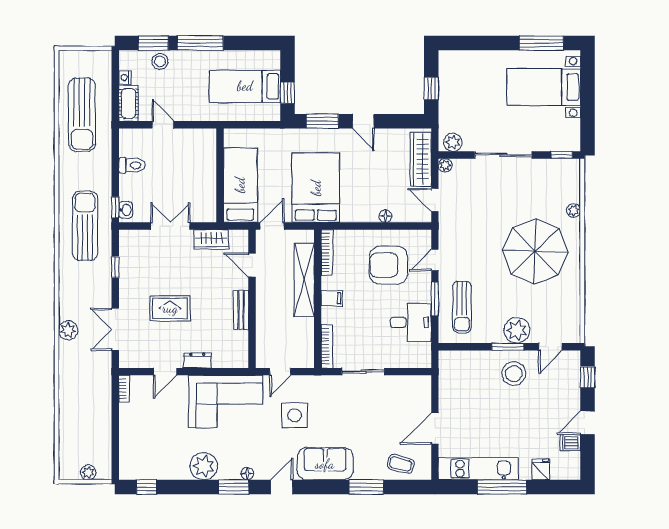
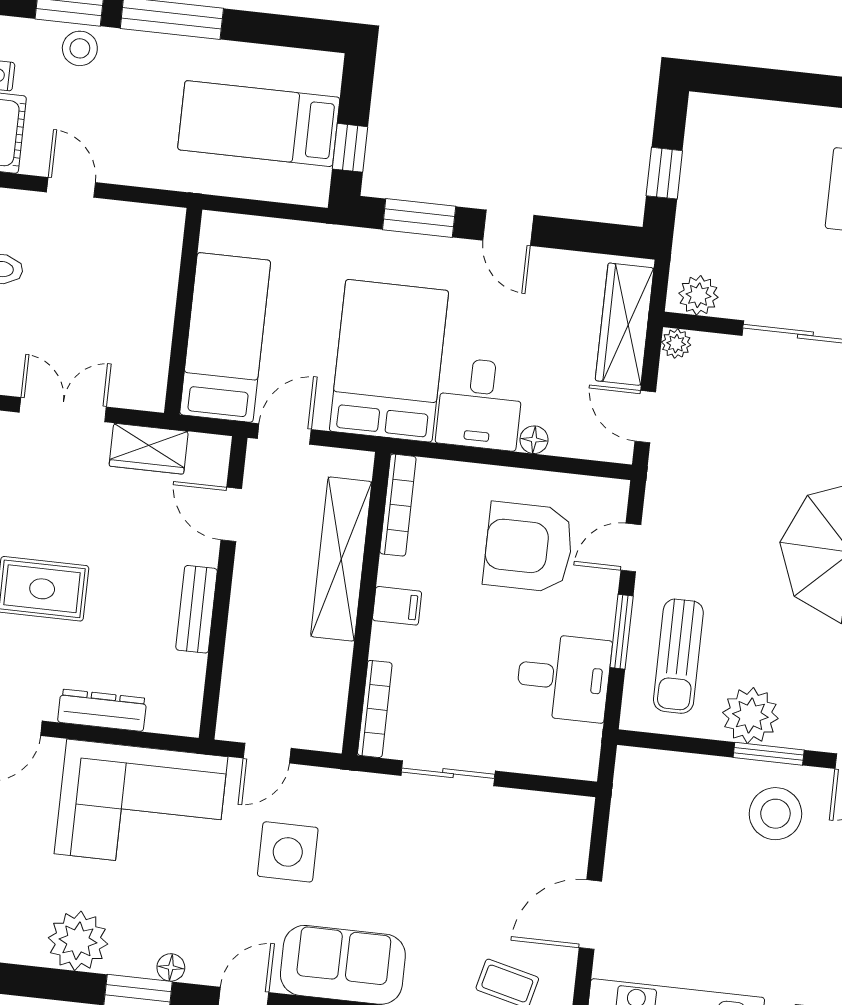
desk: (359, 203) -> (480, 404), added
plant: (517, 330) -> (750, 715), moved
dresser: (197, 360) -> (102, 710), width x1.44

